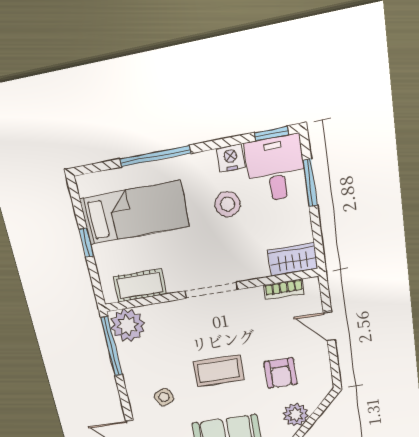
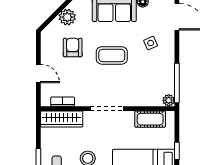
wardrobe: (293, 260) -> (62, 119), width x1.50
plant: (128, 325) -> (169, 100), width x0.53, depth x0.53

